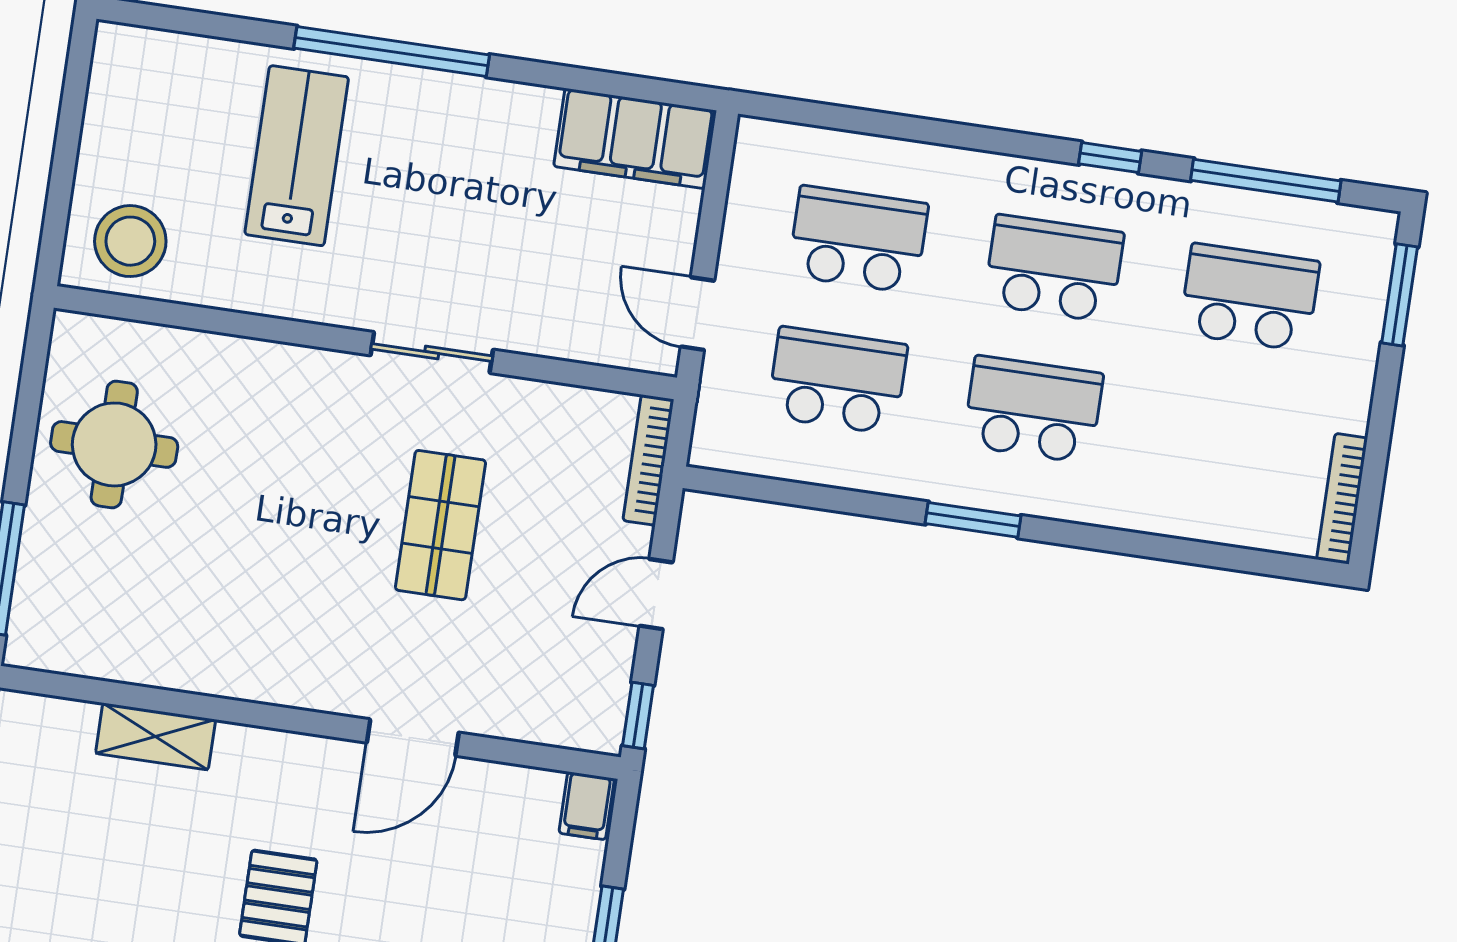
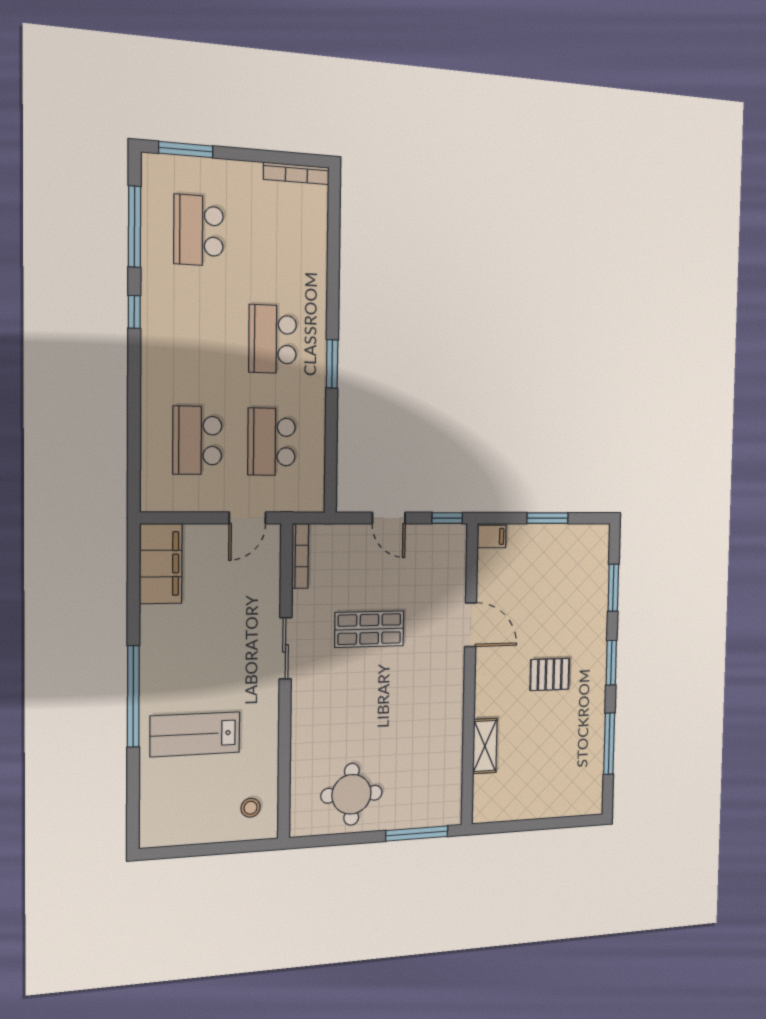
stool: (130, 241) -> (251, 808), width x0.53, depth x0.53
school desk: (1054, 268) -> (198, 336), removed
bookcase: (648, 460) -> (300, 556), moved, turned -90

